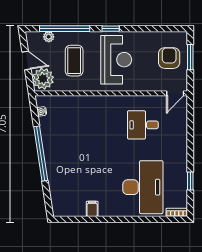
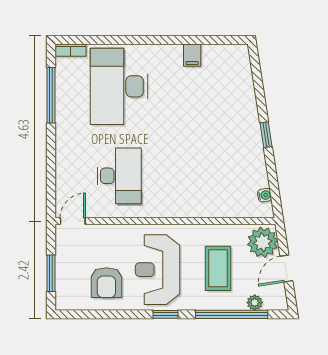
armchair: (169, 58) -> (106, 283), moved
door: (27, 60) -> (286, 268), hinge flipped
desk: (143, 125) -> (119, 176), width x1.37
window: (41, 153) -> (266, 135), width x0.32
window: (190, 181) -> (51, 95), width x2.17

